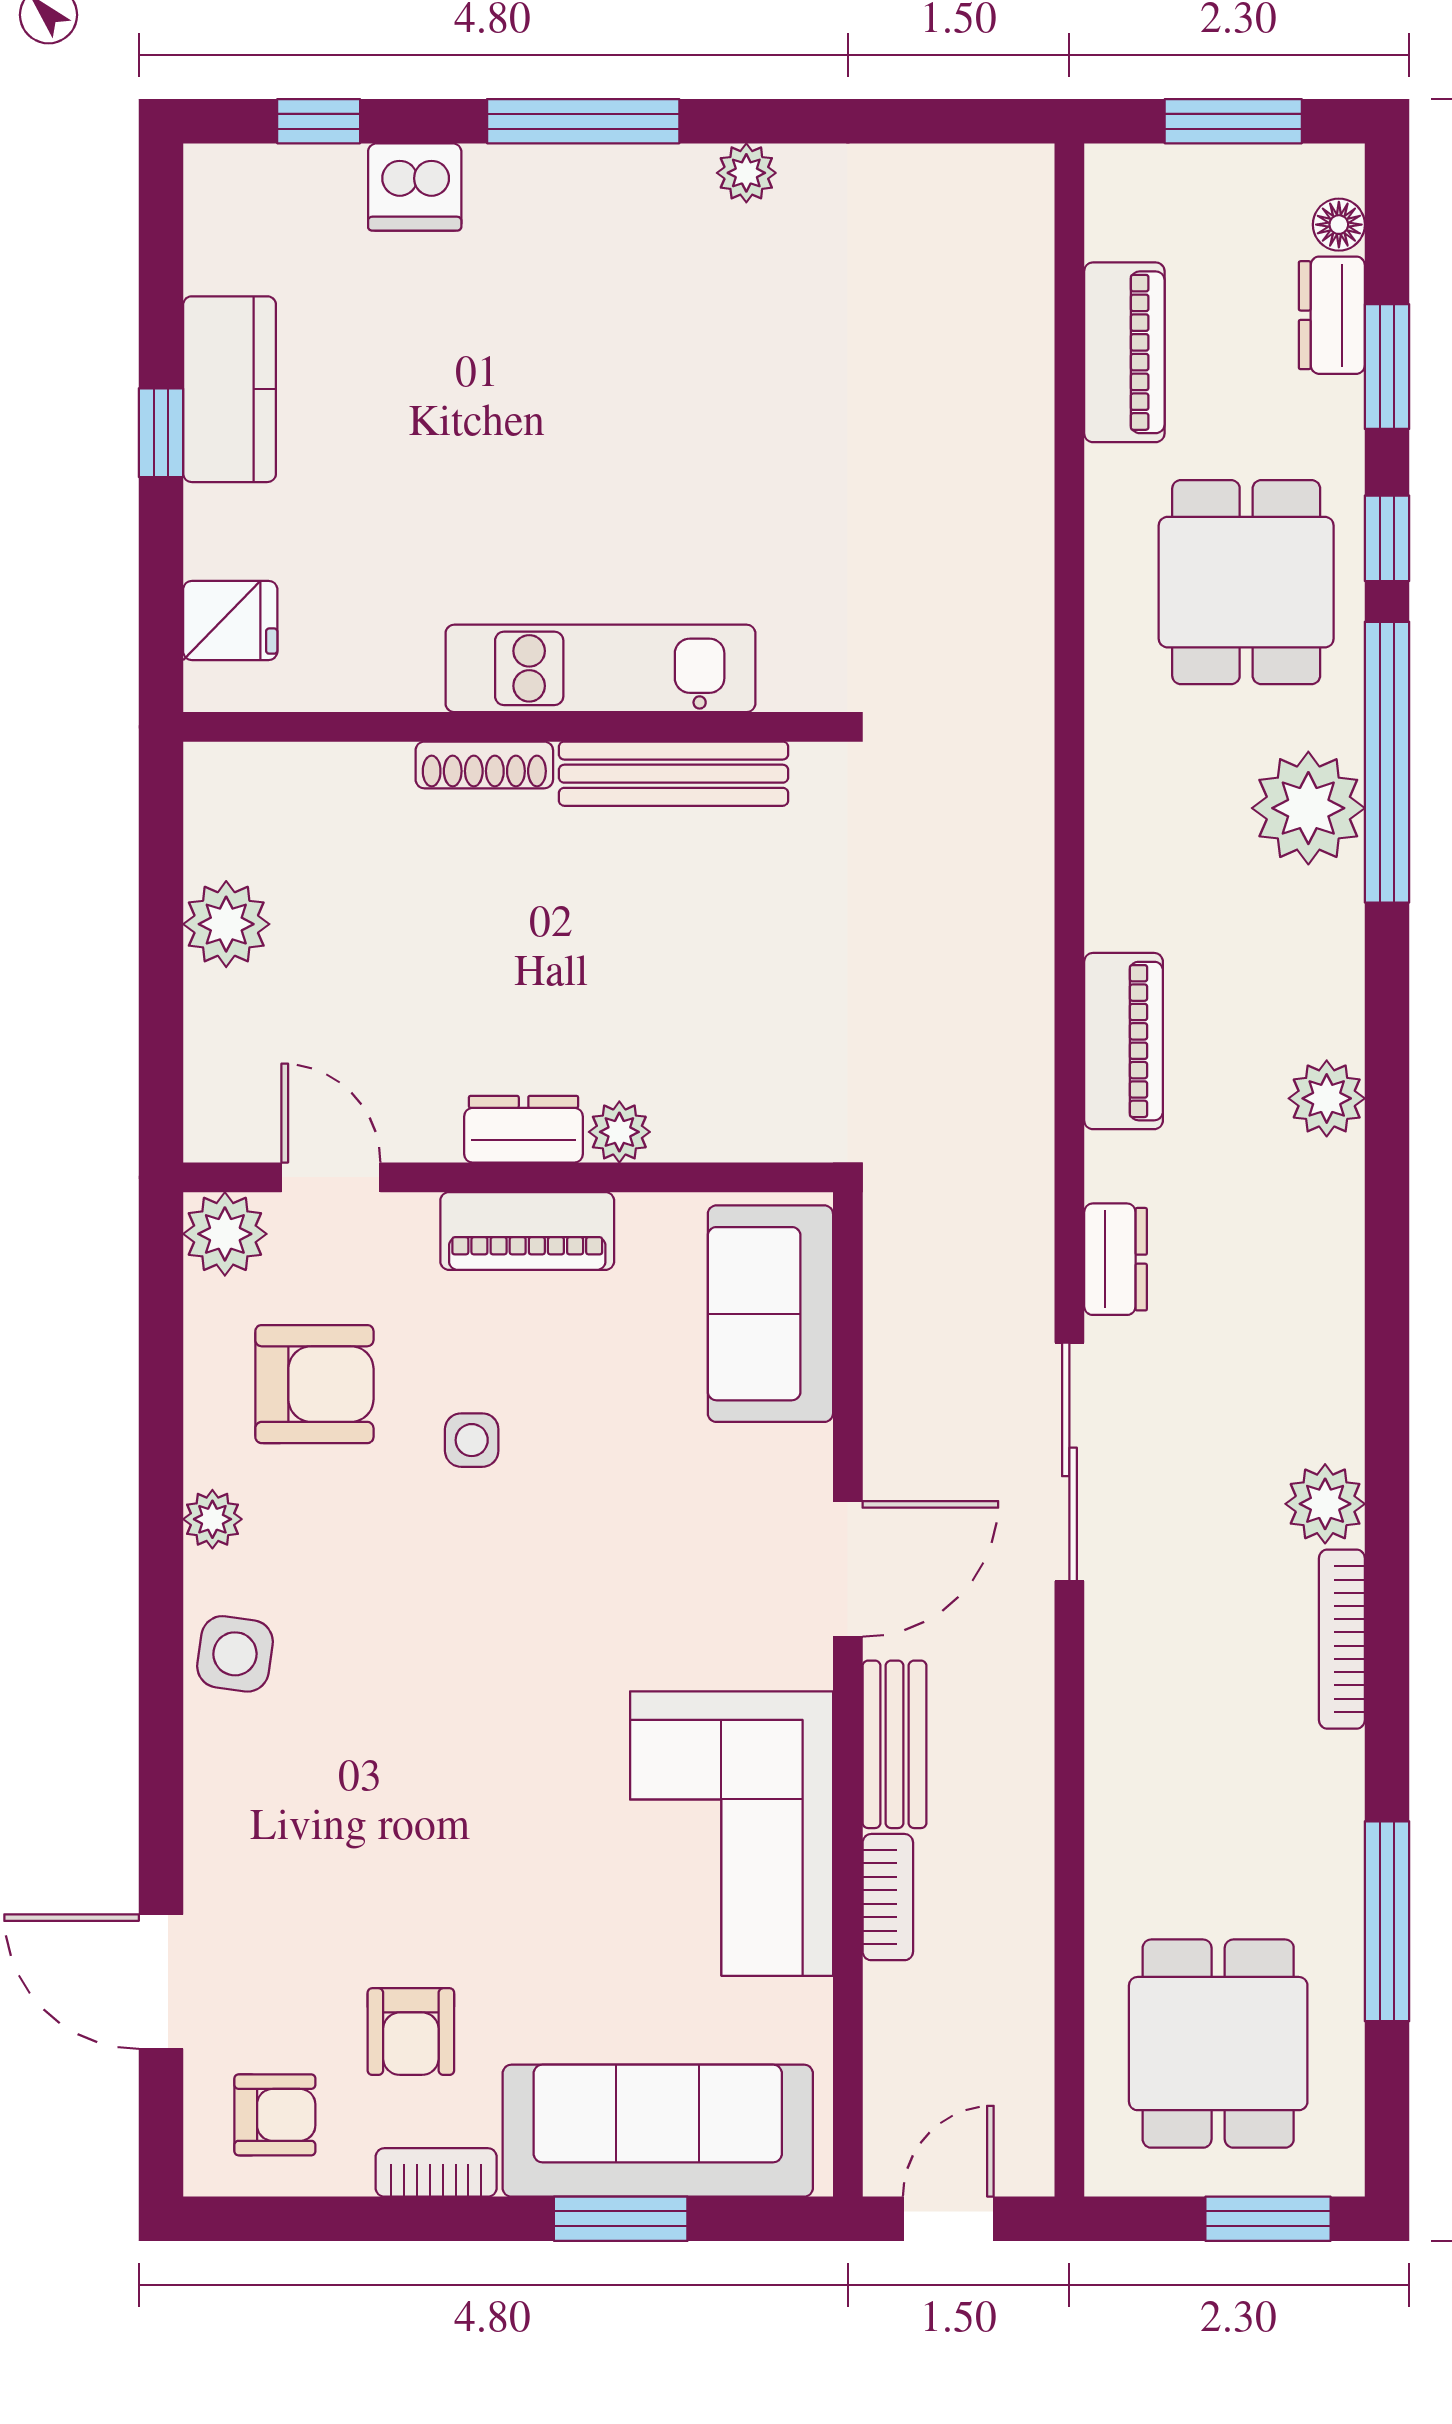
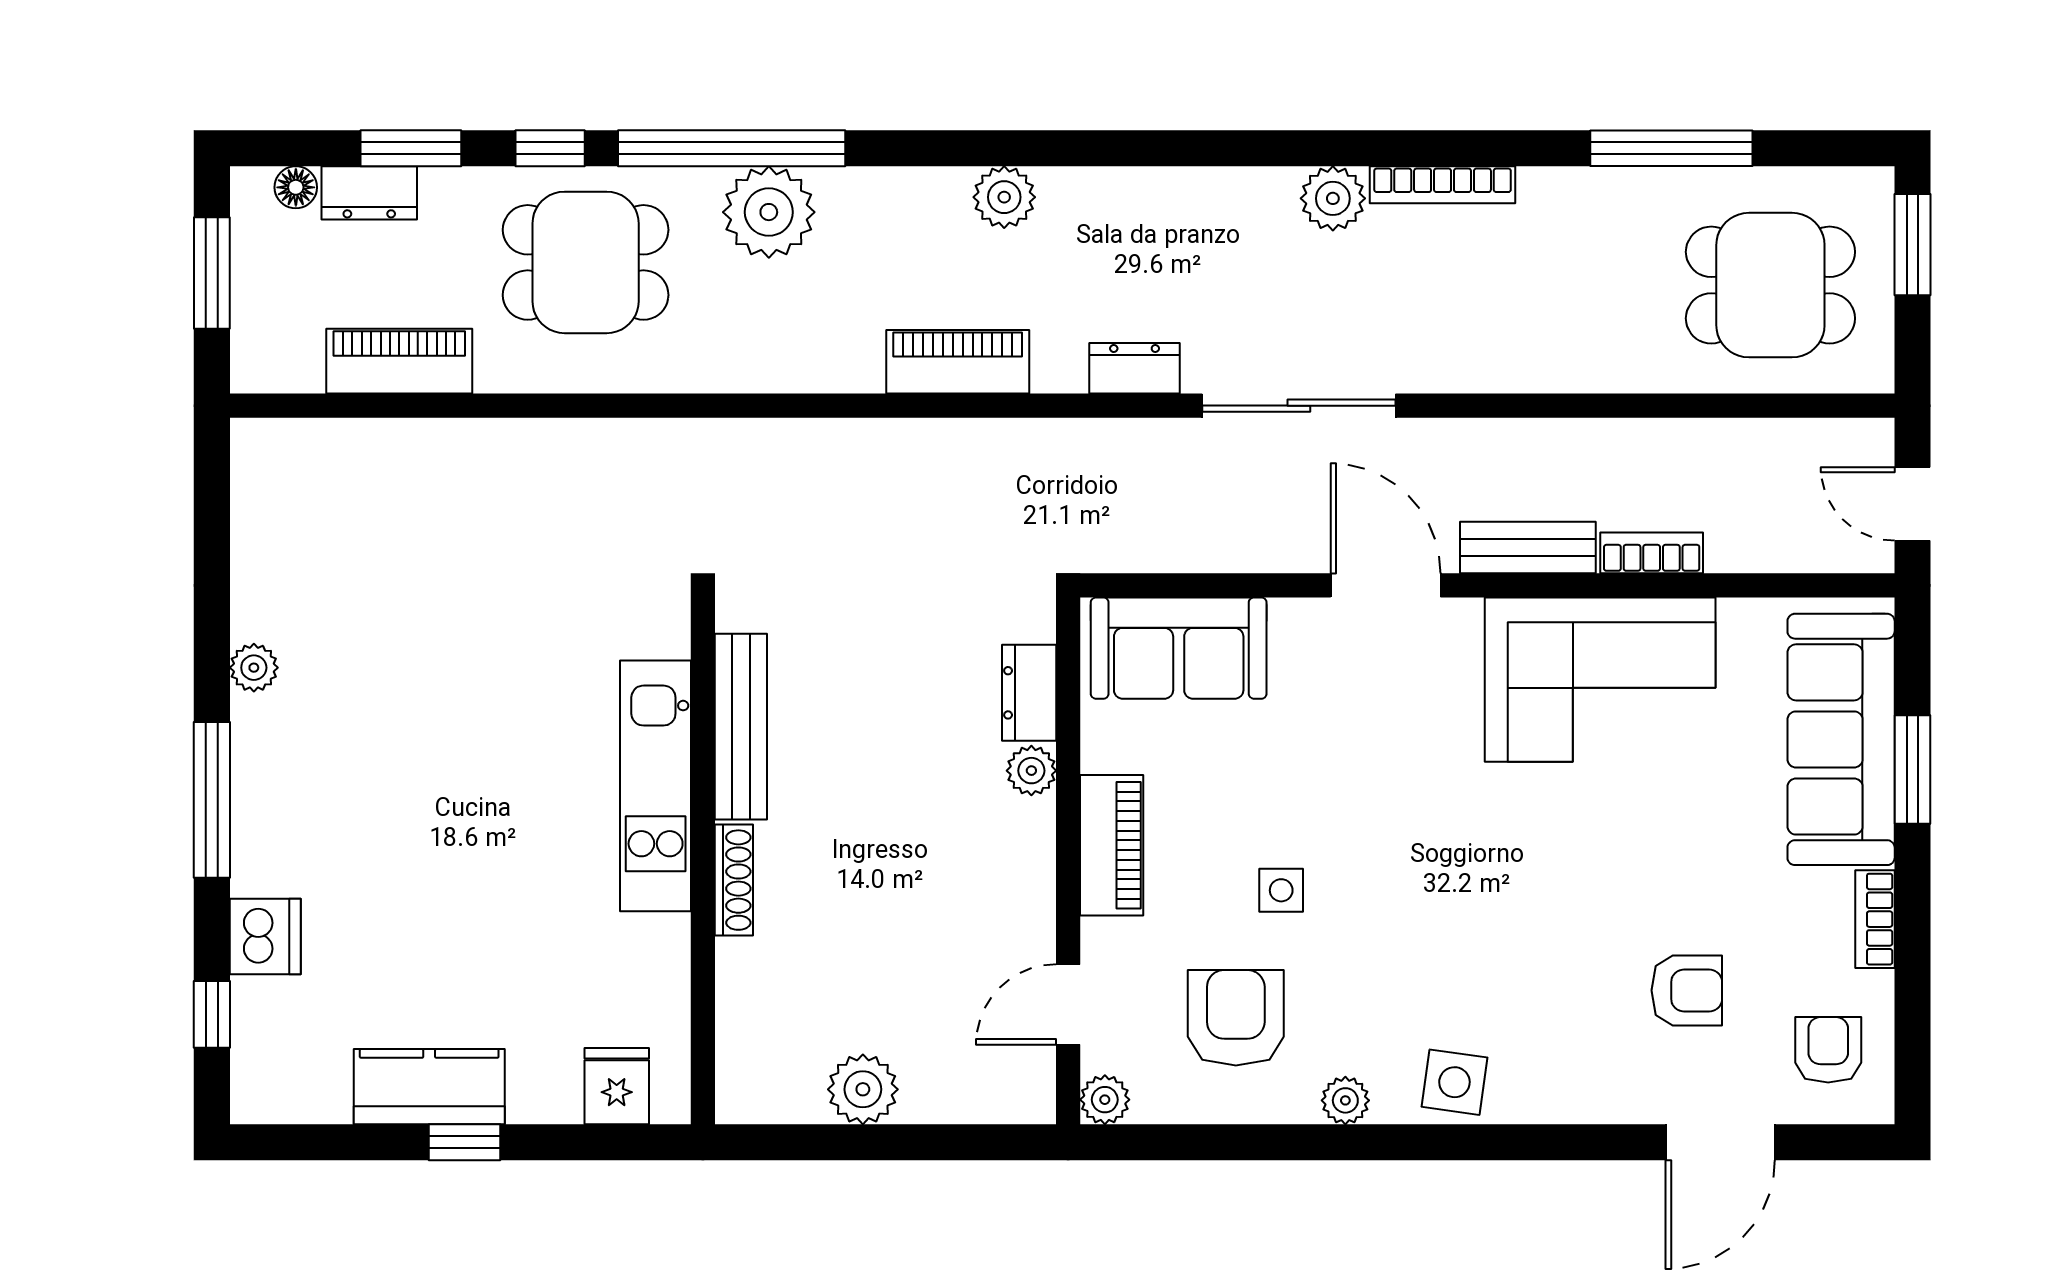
dresser: (524, 1129) -> (1029, 693), moved
plant: (225, 1234) -> (1105, 1100), width x0.73, depth x0.73
armchair: (411, 2032) -> (1687, 990), moved

